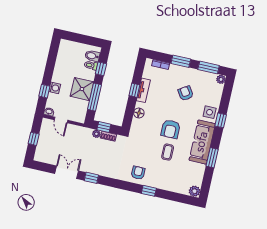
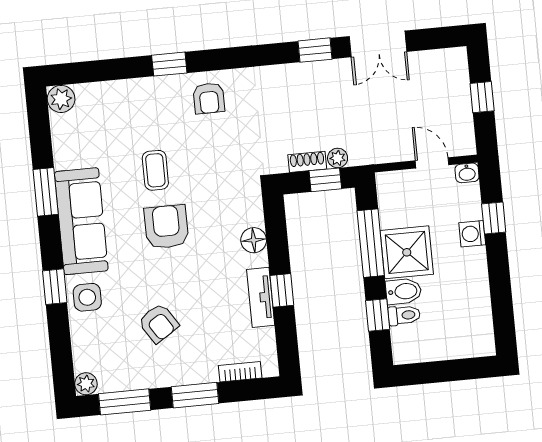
bidet: (92, 56) -> (404, 291), moved

